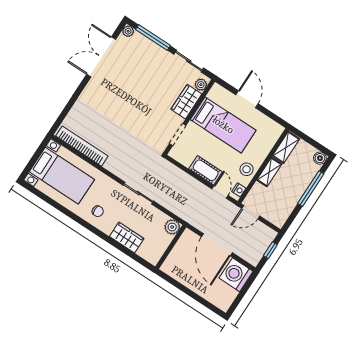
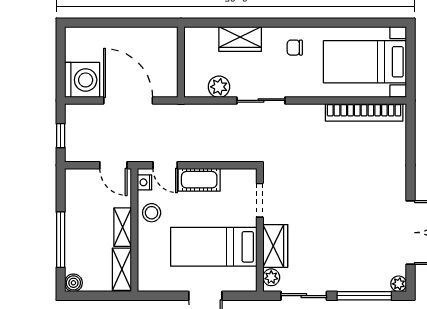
door: (251, 212) -> (113, 165), swing flipped
plant: (172, 227) -> (219, 87), moved

